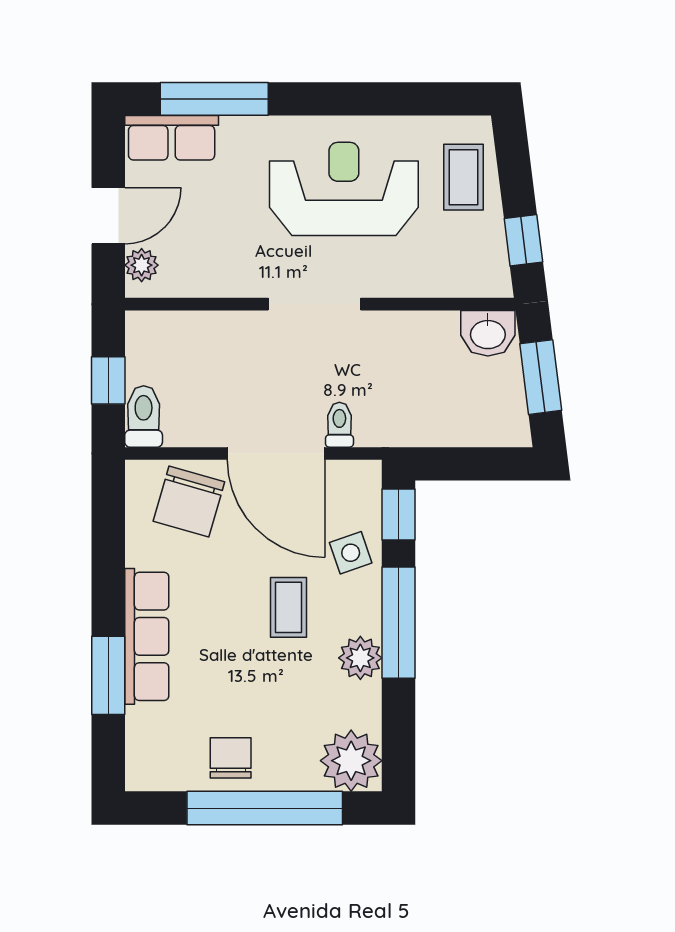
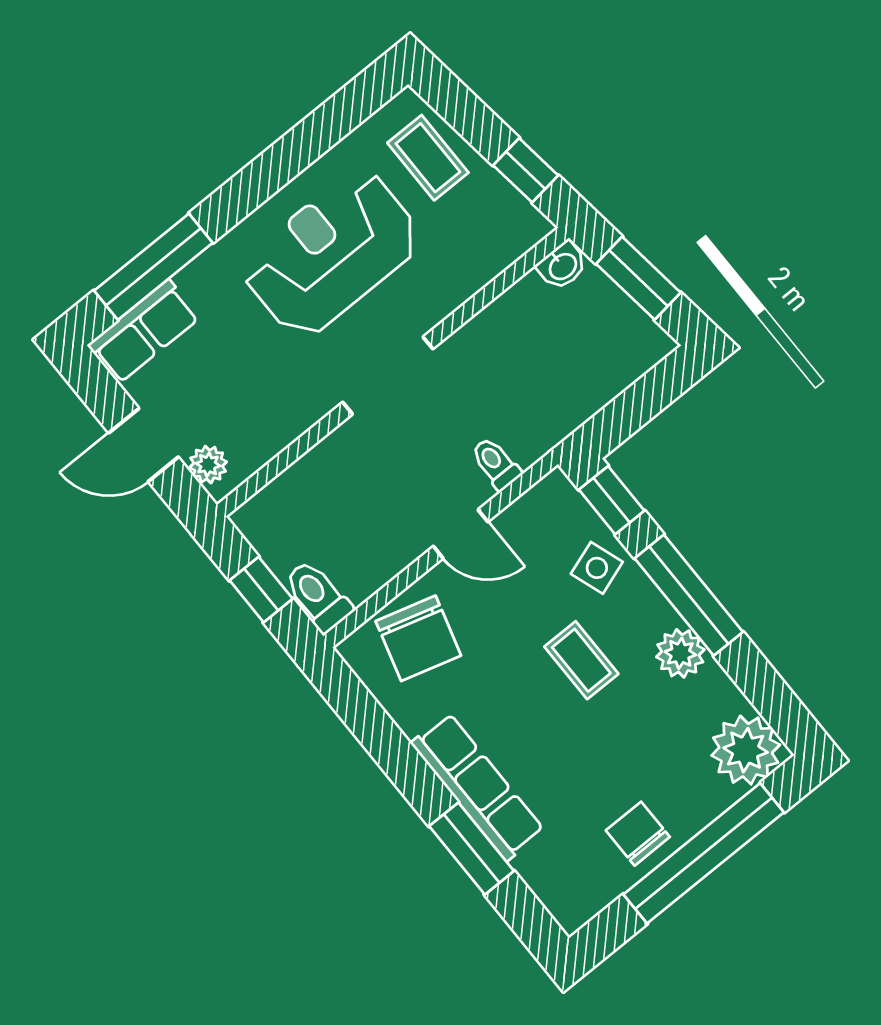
door: (108, 216) -> (144, 445), swing flipped
washbasin: (488, 333) -> (562, 266), width x0.72, depth x0.69
door: (276, 453) -> (461, 534), width x0.53

